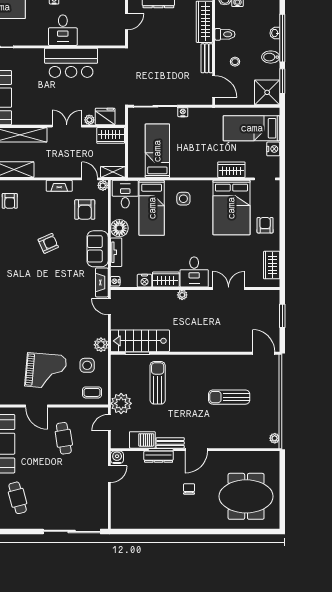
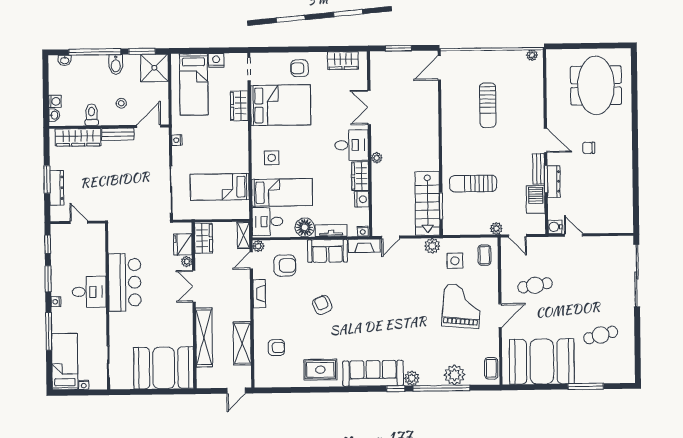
washbasin: (275, 33) -> (65, 60), moved
nightstand: (183, 112) -> (177, 140), moved
plant: (121, 403) -> (496, 228), width x0.53, depth x0.53

